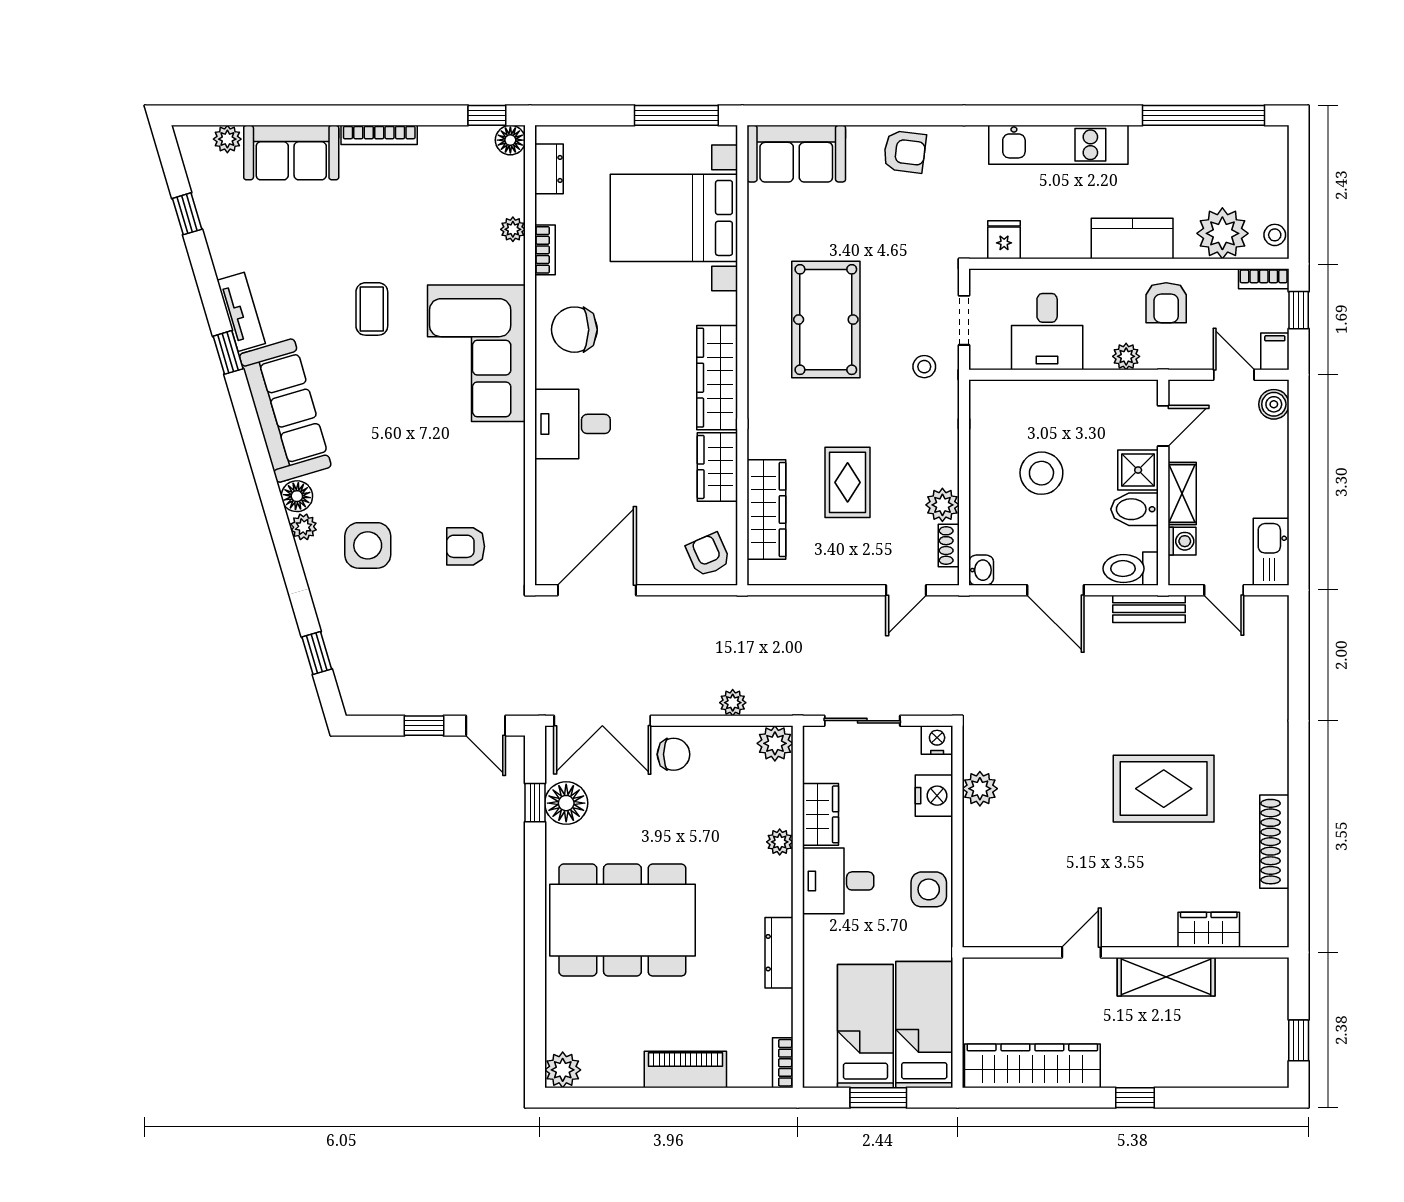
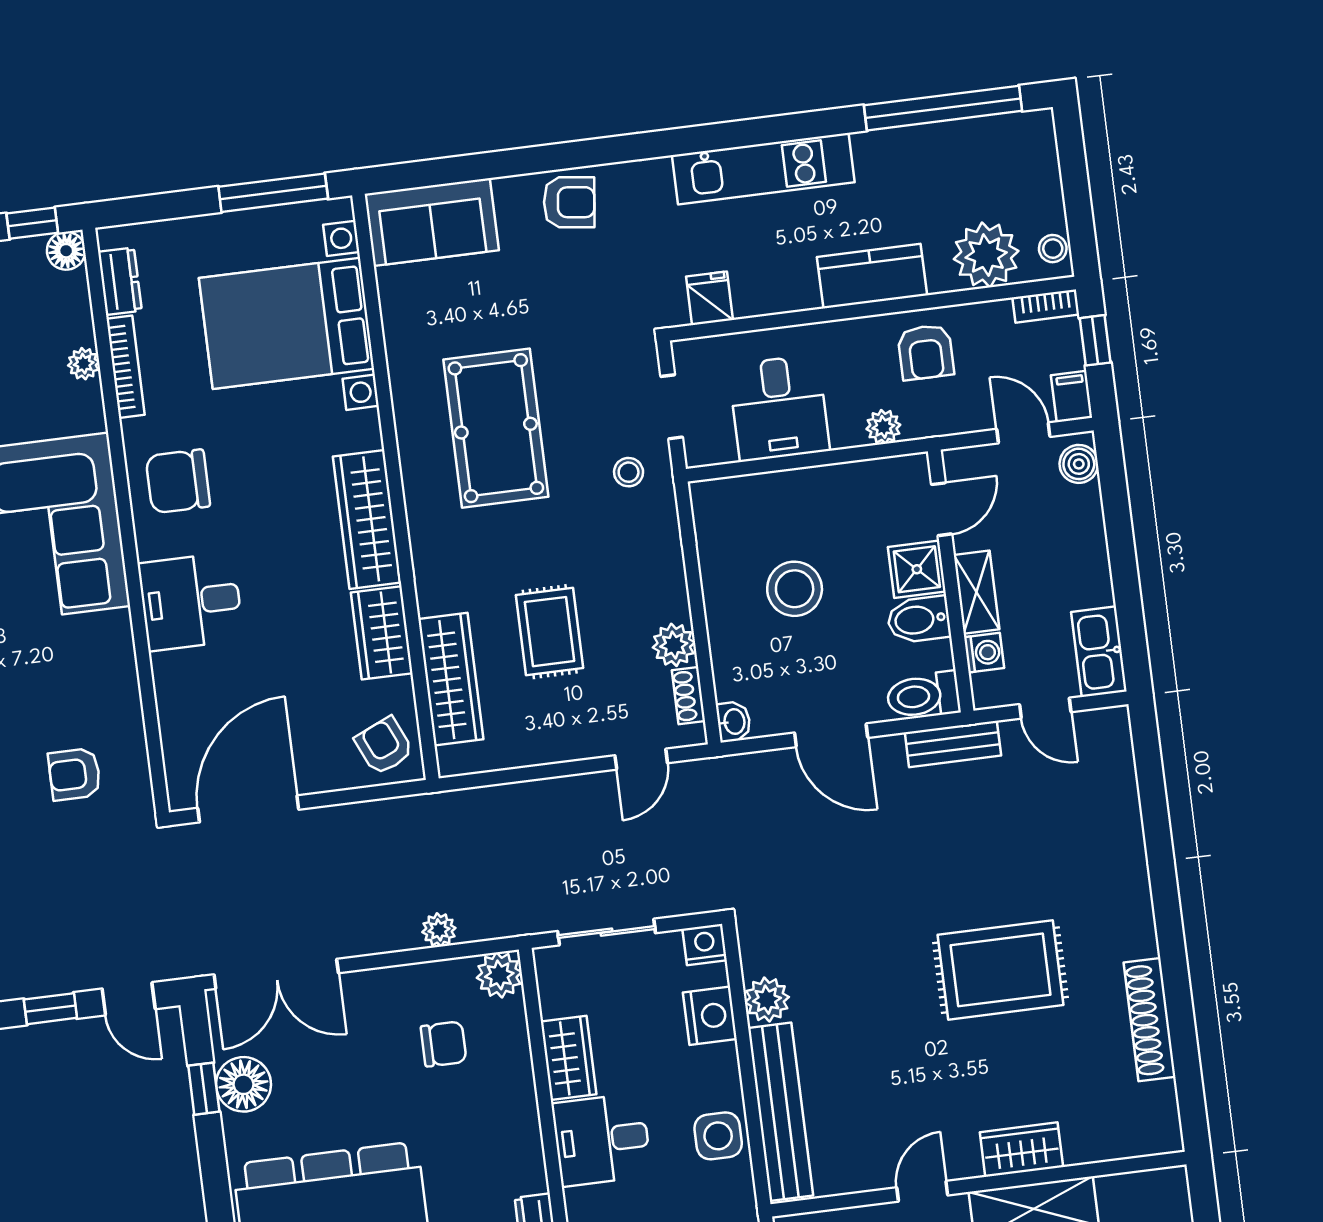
bookcase: (545, 250) -> (126, 367), width x1.56
chair: (674, 754) -> (444, 1044), moved
plant: (780, 842) -> (521, 1099), removed
bench: (979, 877) -> (781, 1112), added
wardrobe: (1209, 930) -> (1021, 1150), moved

